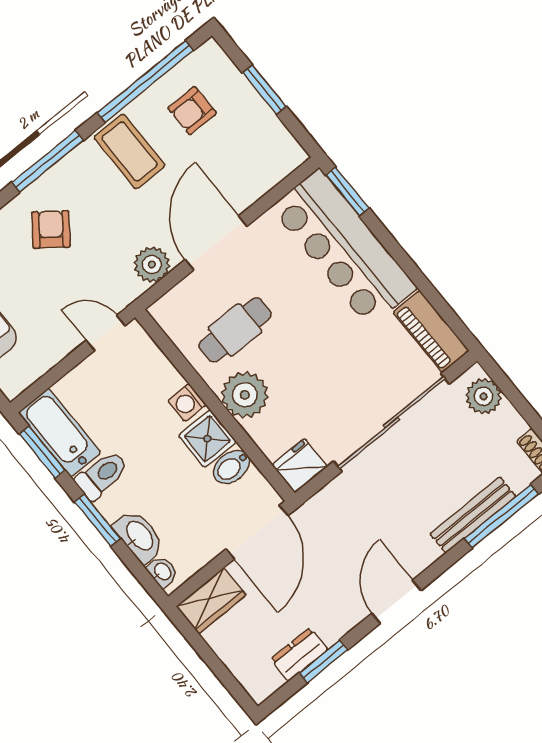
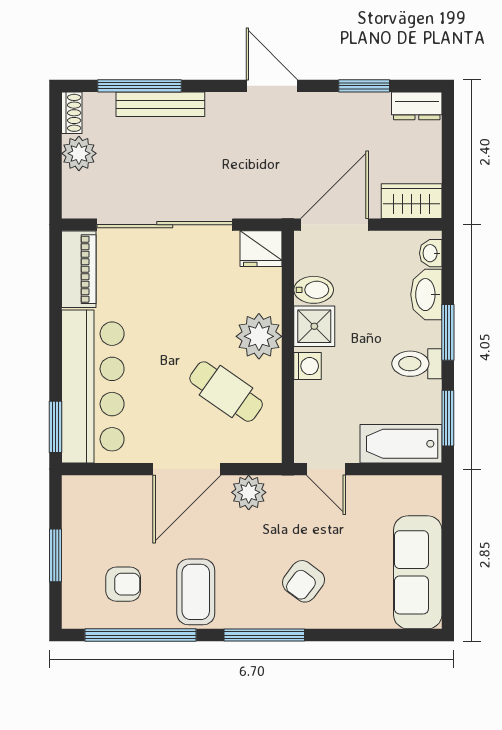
cafe table: (235, 330) -> (226, 392), turned 35
plant: (484, 396) -> (79, 153), moved
bathtub: (60, 433) -> (401, 444), moved, turned 90
door: (396, 602) -> (272, 86), swing flipped
dresser: (299, 654) -> (417, 106), moved

